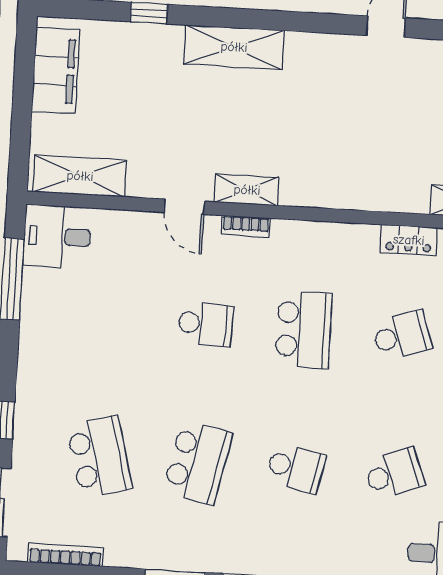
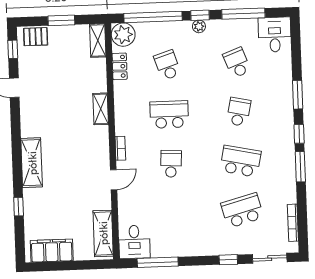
shelving: (247, 190) -> (101, 109), moved

